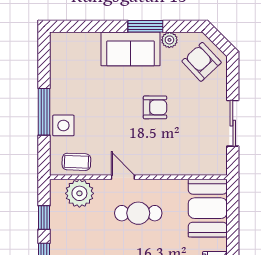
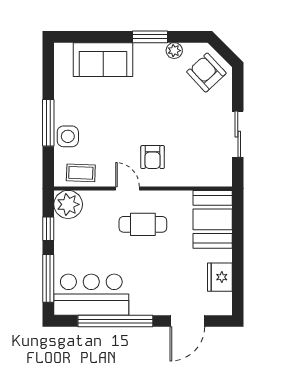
sofa: (130, 49) -> (103, 60), moved
armchair: (155, 107) -> (153, 157), moved, turned 90
plant: (79, 193) -> (68, 204), moved

